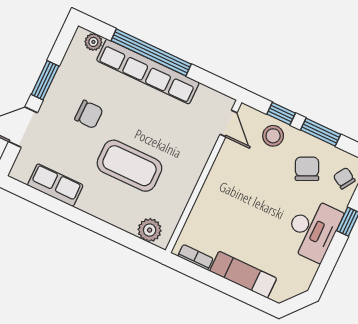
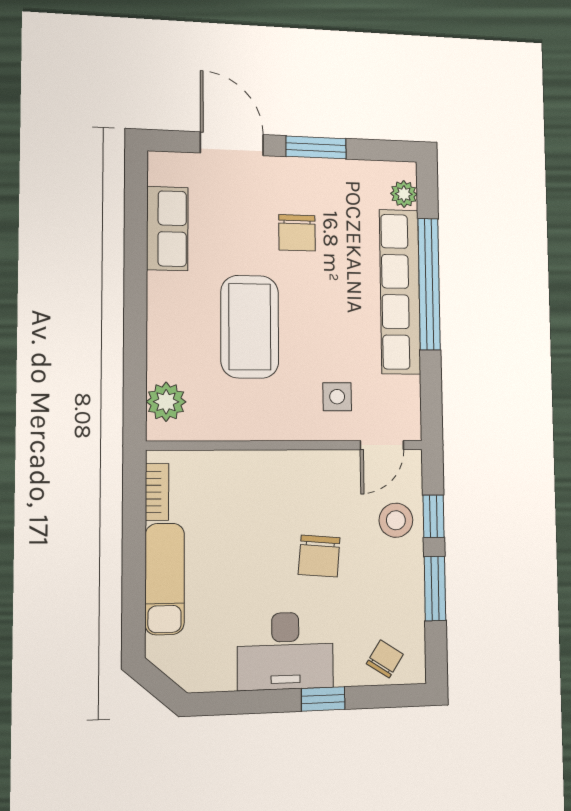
side table: (190, 136) -> (337, 397), added
chair: (307, 169) -> (319, 556), moved, turned 120

